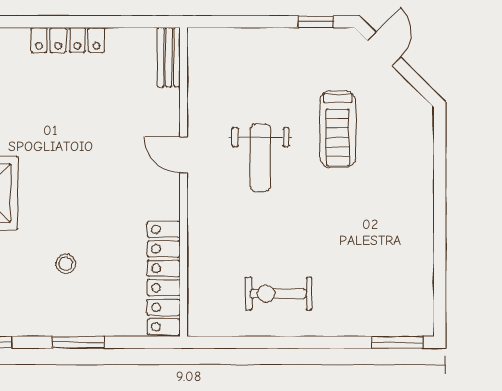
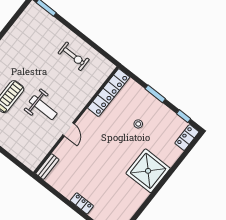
locker: (68, 40) -> (82, 203), width x0.66
weight bench: (261, 158) -> (43, 108), turned 90

